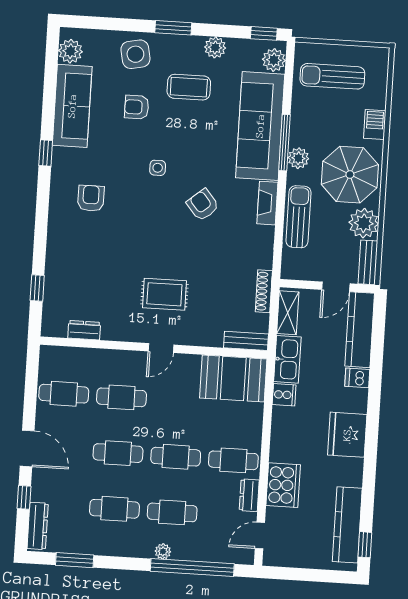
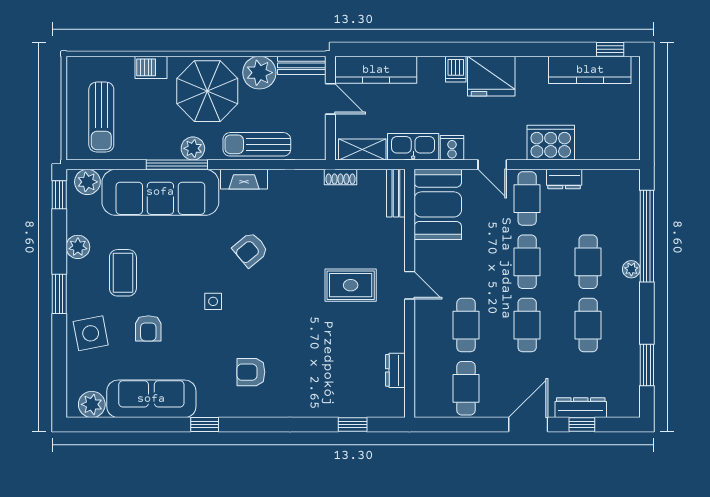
shoe rack: (264, 291) -> (340, 177), width x0.70
rug: (164, 294) -> (351, 285), turned 90
dishwasher: (357, 378) -> (456, 69), moved
dresser: (38, 526) -> (581, 408), moved
door: (260, 535) -> (492, 165), moved

